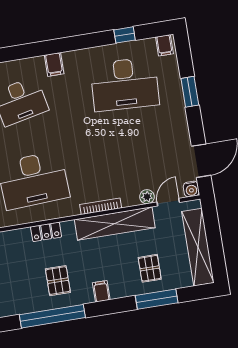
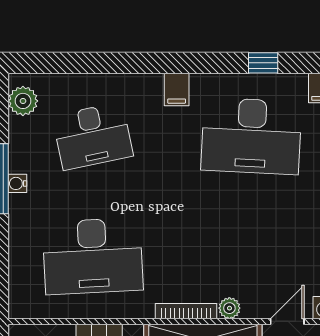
filing cabinet: (54, 64) -> (177, 90), moved
plant: (147, 197) -> (229, 308), moved

